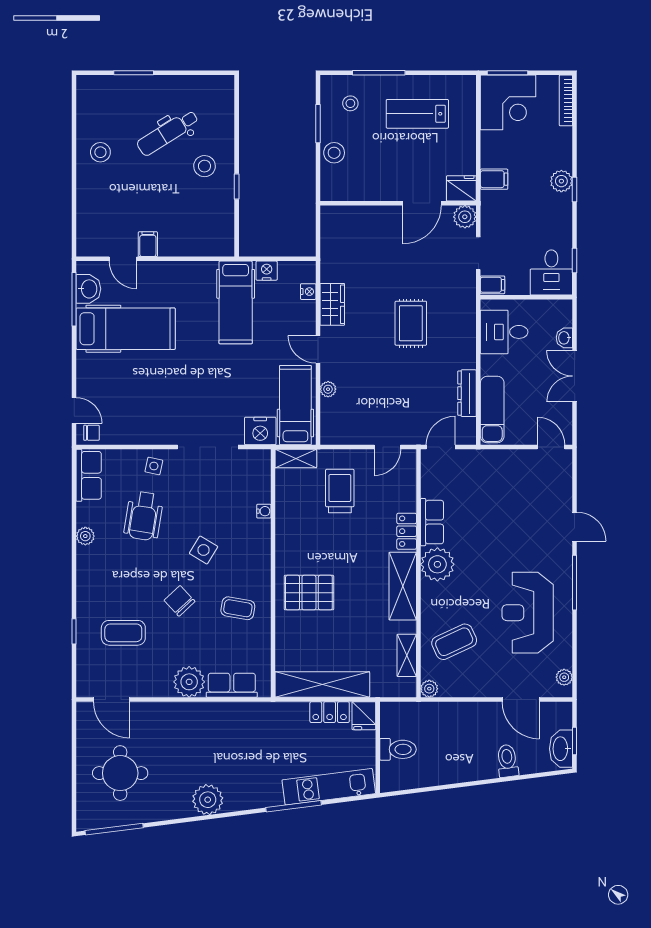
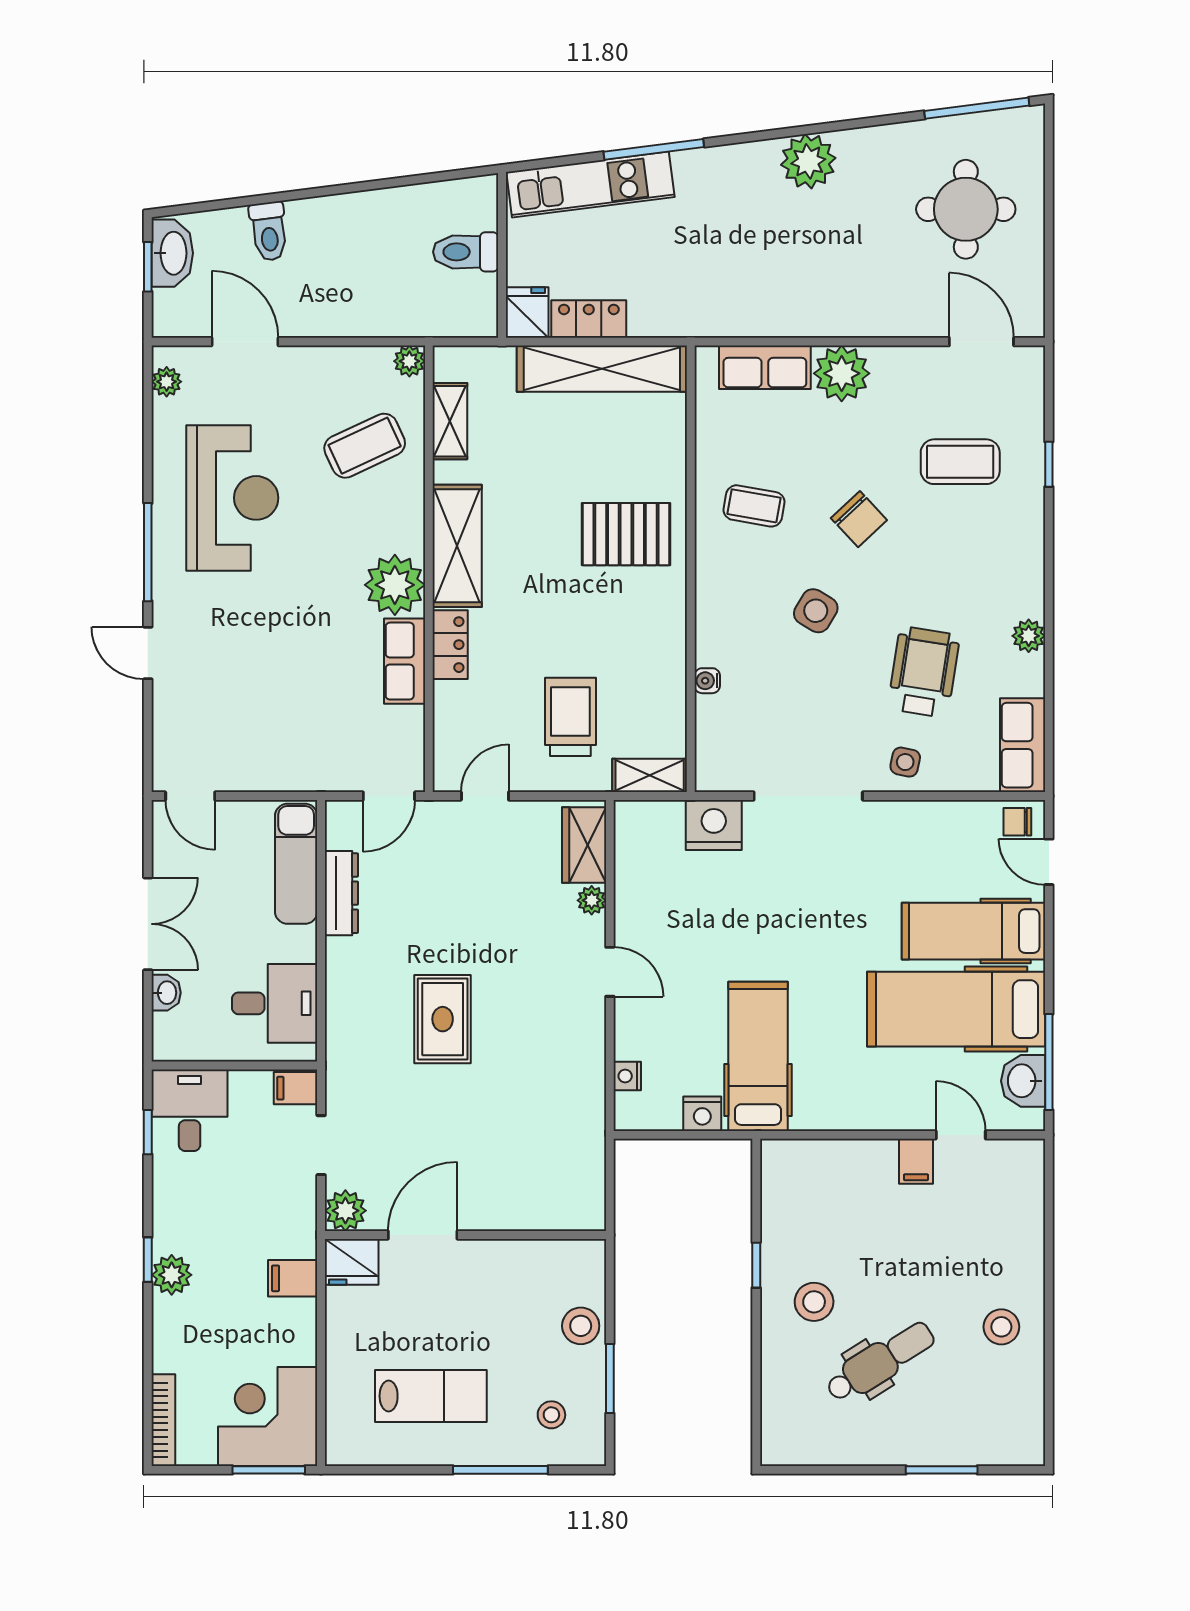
wardrobe: (332, 304) -> (584, 845), moved
hospital bed: (295, 405) -> (973, 931), moved, turned 90
trolley: (340, 491) -> (570, 717), turned 180

